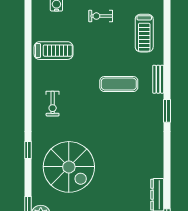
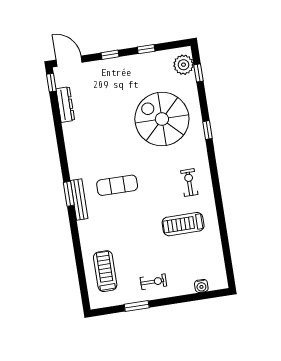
treadmill: (54, 51) -> (183, 224), moved
bench: (158, 79) -> (79, 200), moved, width x1.36
exercise mat: (119, 84) -> (117, 185), moved

